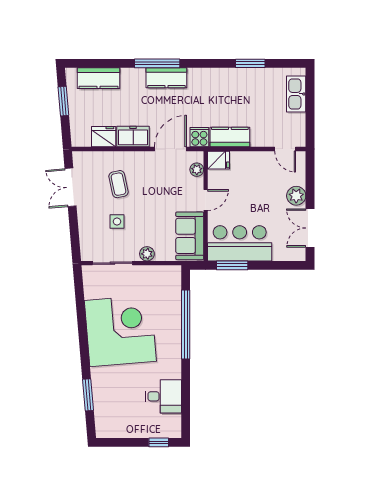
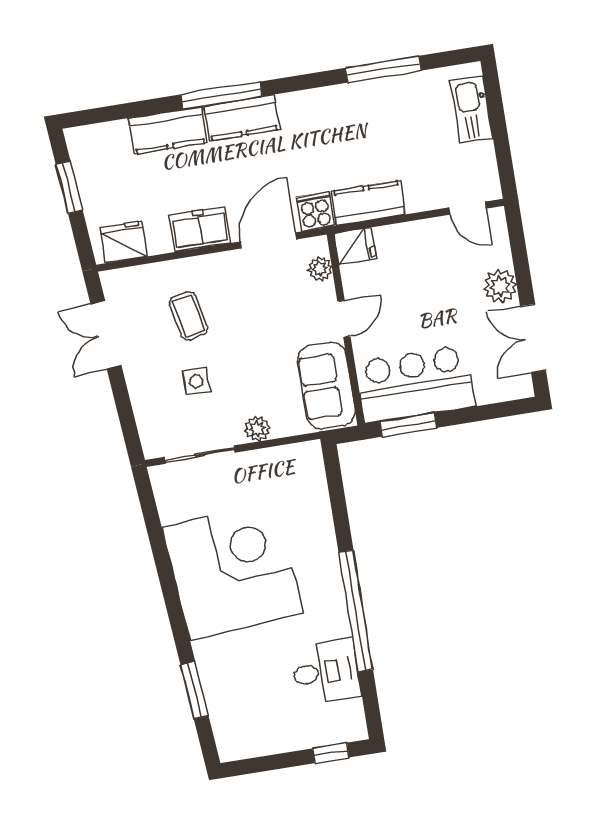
window: (250, 63) -> (383, 69), width x1.44
kitchen counter: (98, 78) -> (168, 130), moved
fridge: (104, 137) -> (123, 242), moved
window: (186, 324) -> (356, 611), moved

